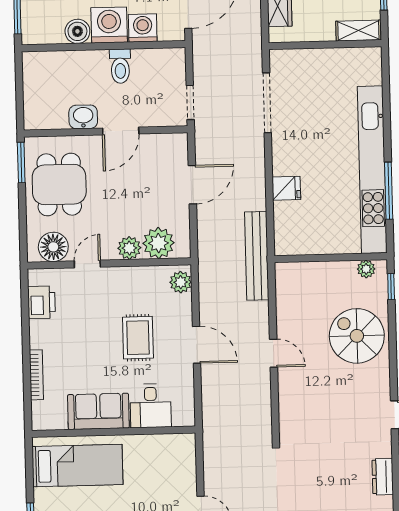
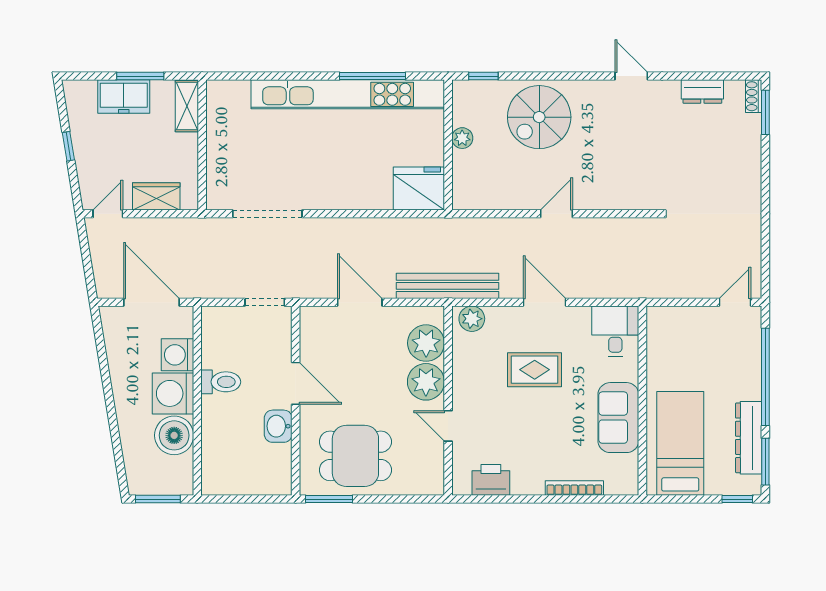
boiler: (77, 31) -> (174, 435), width x1.37, depth x1.37
fridge: (286, 188) -> (419, 188), moved, width x1.88, depth x1.34
floor lamp: (53, 247) -> (427, 465), removed
plant: (129, 248) -> (426, 382), width x1.36, depth x1.36
bench: (257, 256) -> (448, 286), moved
plant: (366, 269) -> (462, 138), moved
door: (197, 345) -> (545, 302), hinge flipped
desk: (151, 406) -> (615, 331), moved, turned -90

